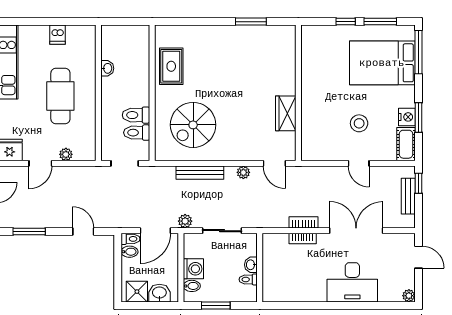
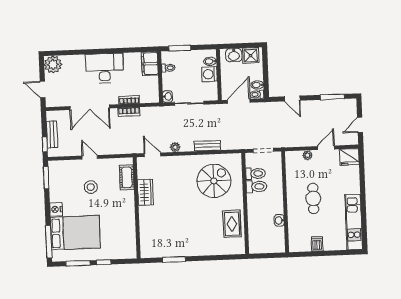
cafe table: (60, 96) -> (313, 198), width x0.73, depth x0.74
nightstand: (407, 117) -> (56, 209), moved
window: (418, 117) -> (46, 178), moved
cot: (406, 144) -> (127, 177), moved
bench: (200, 173) -> (207, 146), width x0.73
plant: (185, 221) -> (217, 109), removed
washbasin: (251, 265) -> (168, 96), moved
desk: (352, 282) -> (104, 68), moved
filing cabinet: (273, 286) -> (150, 64), added
plant: (409, 296) -> (53, 65), width x1.88, depth x1.88
window: (216, 305) -> (180, 48), moved

